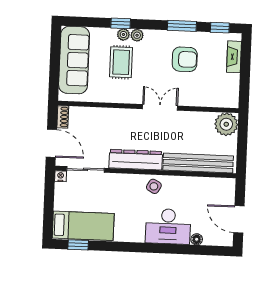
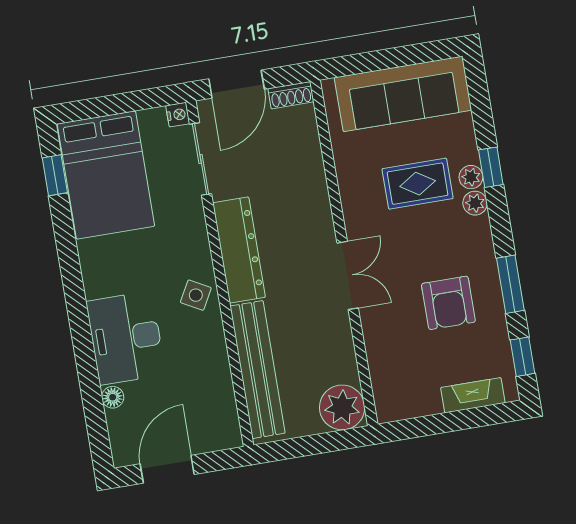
bed: (83, 226) -> (106, 175), width x1.50

